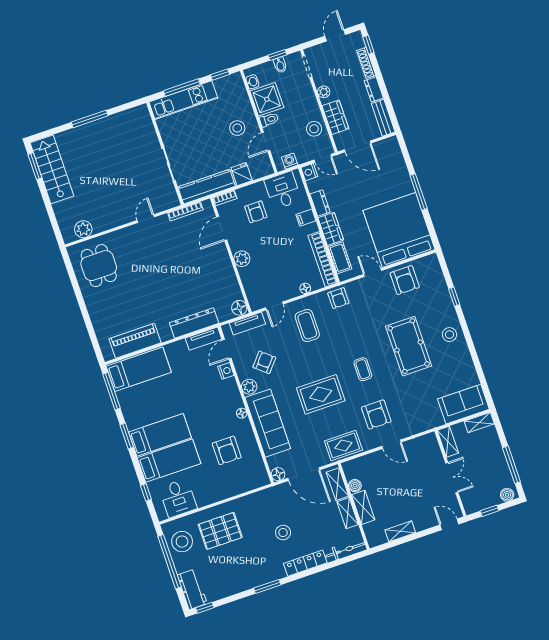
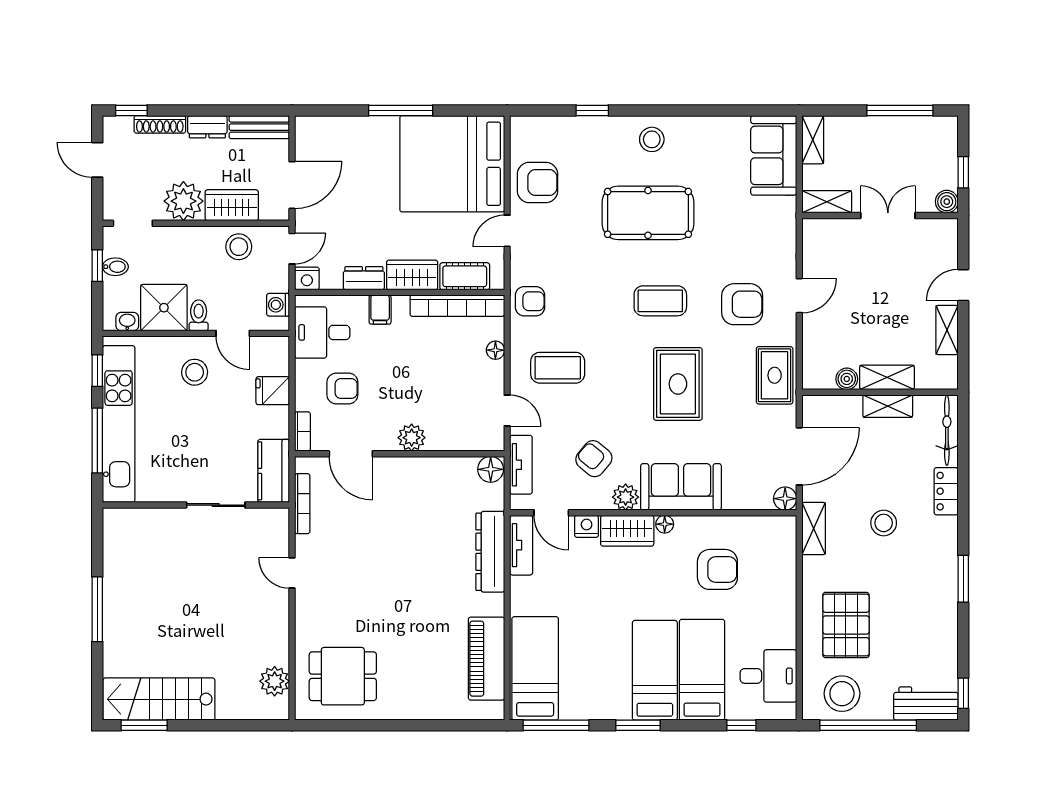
plant: (324, 92) -> (183, 201), width x1.87, depth x1.87
kitchen unit: (183, 100) -> (119, 424), width x1.36
kitchen counter: (207, 187) -> (274, 471), width x0.67
coffee table: (363, 369) -> (660, 301), width x1.36, depth x1.30
wardrobe: (231, 394) -> (627, 531), added
sofa: (268, 423) -> (681, 487), width x0.73
shelving: (337, 484) -> (814, 529), moved, turned 90
boiler: (507, 495) -> (947, 202), moved
door: (449, 524) -> (963, 285), moved
locker: (305, 563) -> (946, 491), width x0.66

